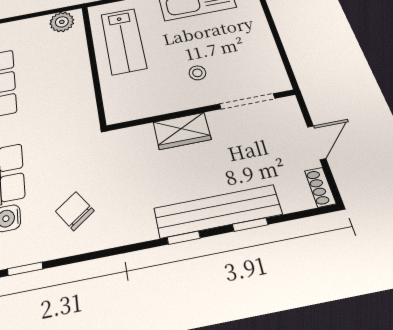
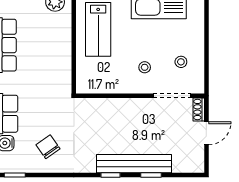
stool: (246, 57) -> (181, 62), added
wardrobe: (182, 131) -> (125, 108), removed
shoe rack: (320, 187) -> (199, 110), moved

